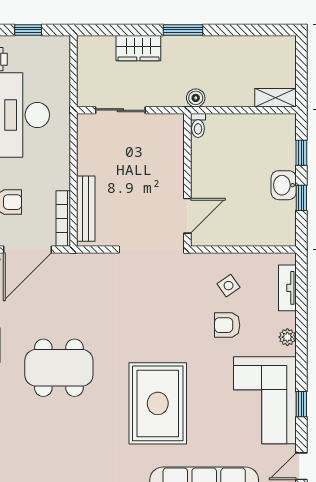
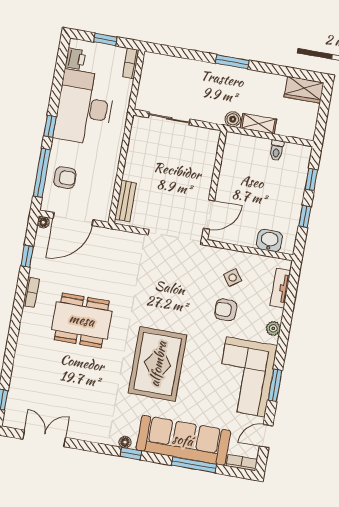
wardrobe: (138, 48) -> (304, 90), moved
shelving: (275, 98) -> (258, 124), moved
toilet: (198, 125) -> (276, 150), moved
washbasin: (284, 185) -> (269, 241), moved, turned 90
bench: (86, 209) -> (126, 201), width x0.73
bookcase: (63, 218) -> (131, 63), moved, width x0.64
window: (301, 404) -> (275, 385), width x1.50

